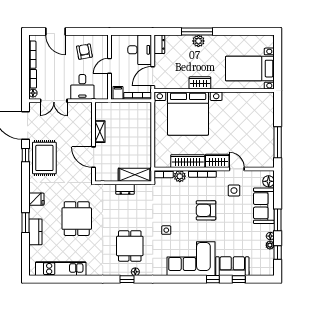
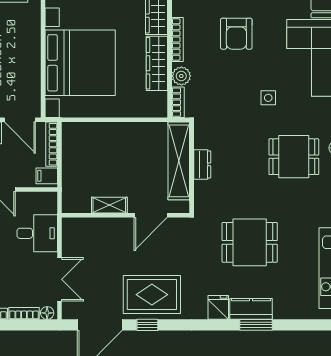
wardrobe: (200, 83) -> (31, 44), removed
shelving: (135, 175) -> (179, 161), width x1.47
kitchen counter: (35, 232) -> (251, 309), moved

